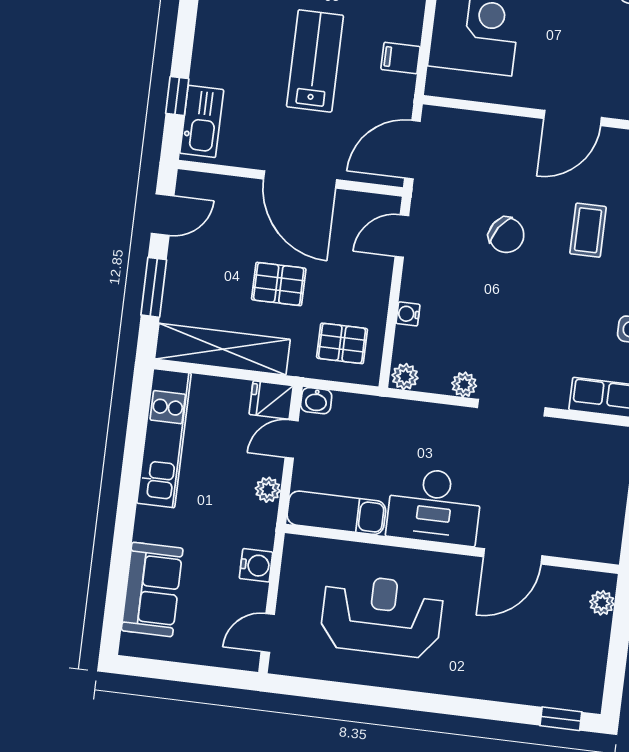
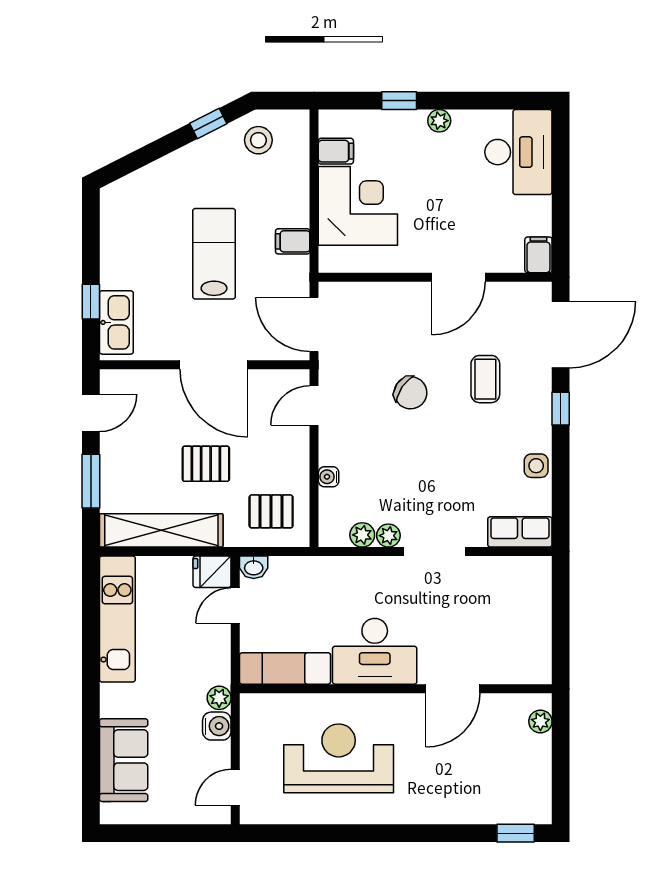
door: (412, 150) -> (314, 325), hinge flipped
plant: (405, 377) -> (362, 535), moved
plant: (268, 490) -> (219, 698), moved

